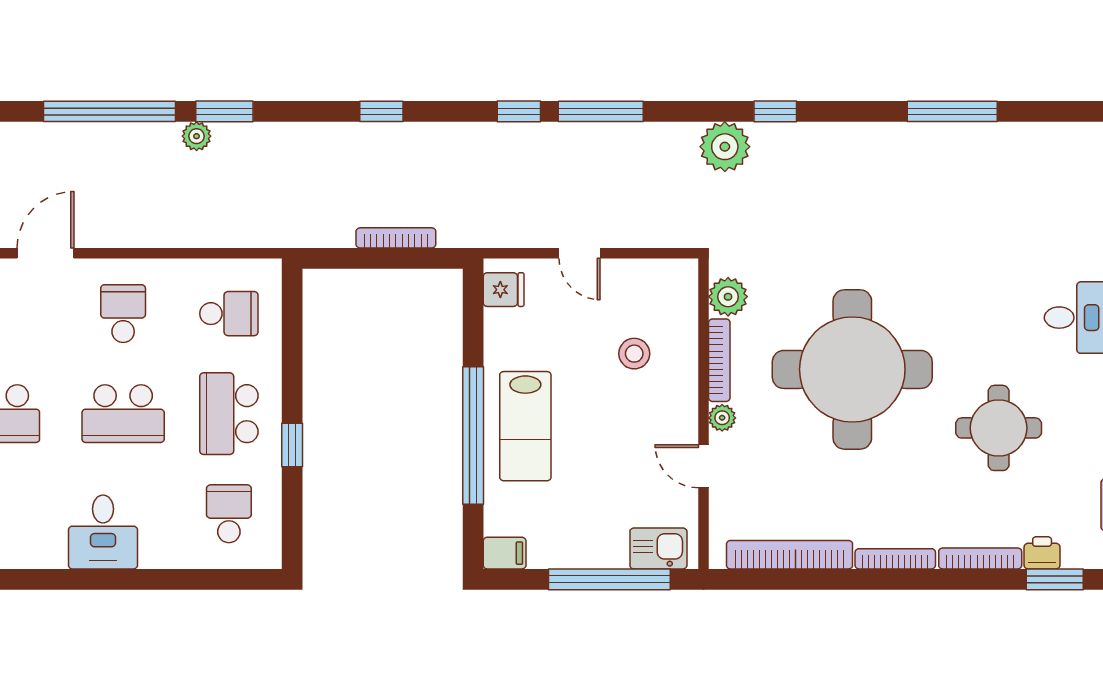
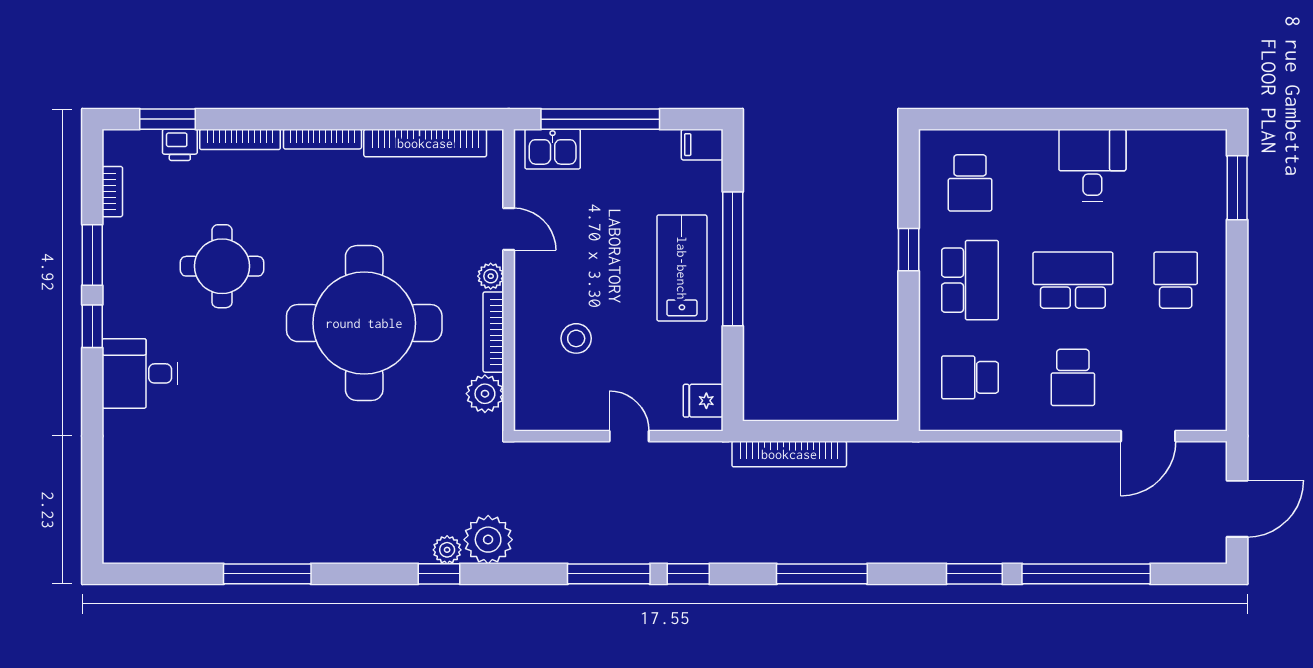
window: (381, 111) -> (822, 574), width x2.17
plant: (197, 136) -> (447, 550), moved
bookcase: (396, 238) -> (789, 454), width x1.48, depth x1.31

